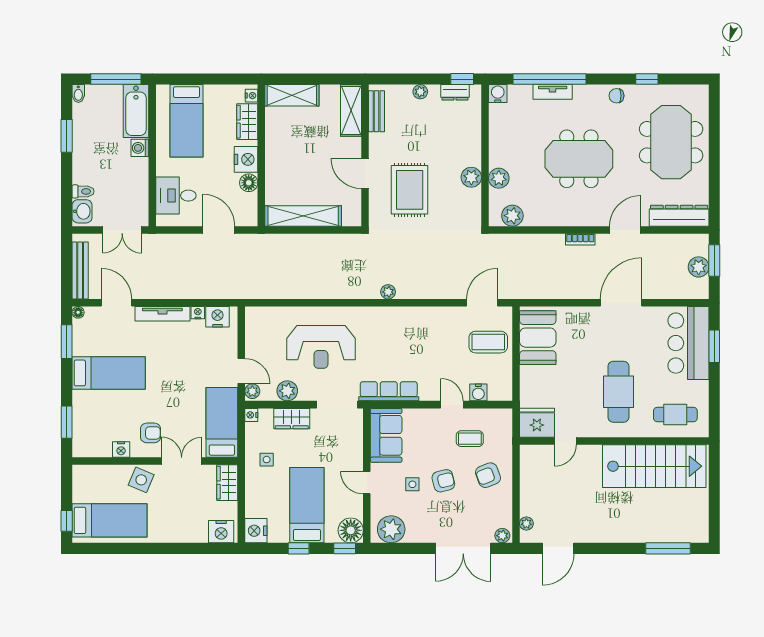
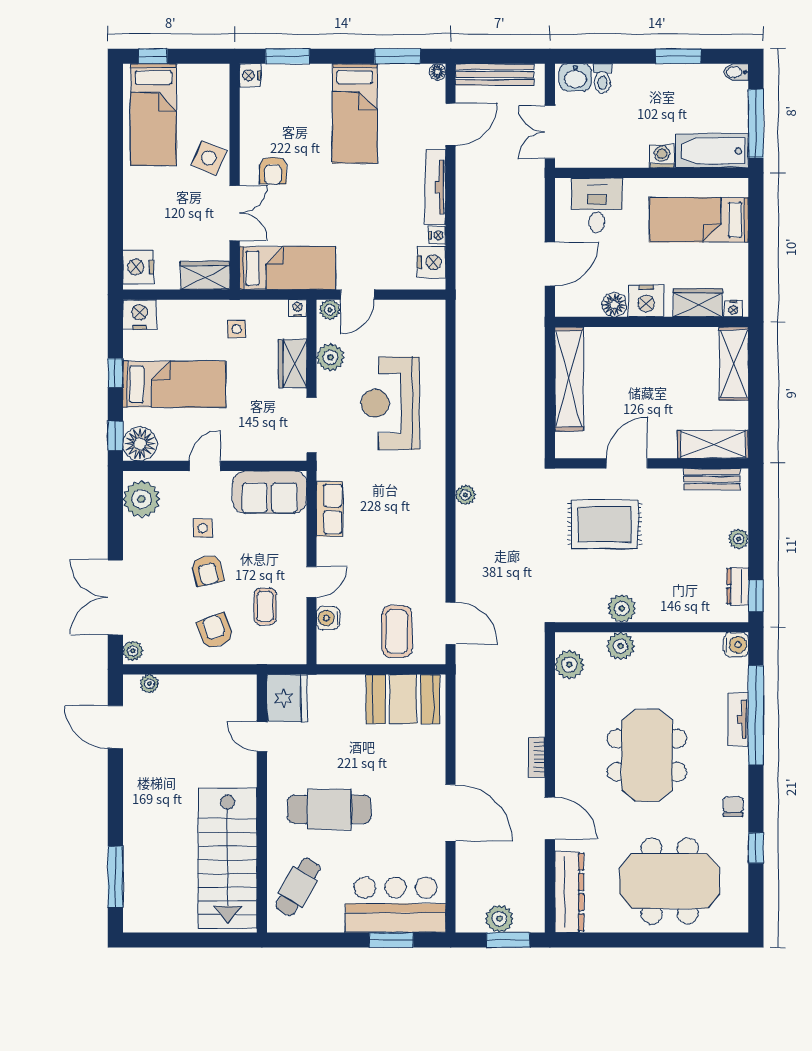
row of seats: (389, 391) -> (330, 509), width x0.68
cafe table: (675, 415) -> (298, 887), turned 31
nightstand: (121, 450) -> (250, 75), moved

